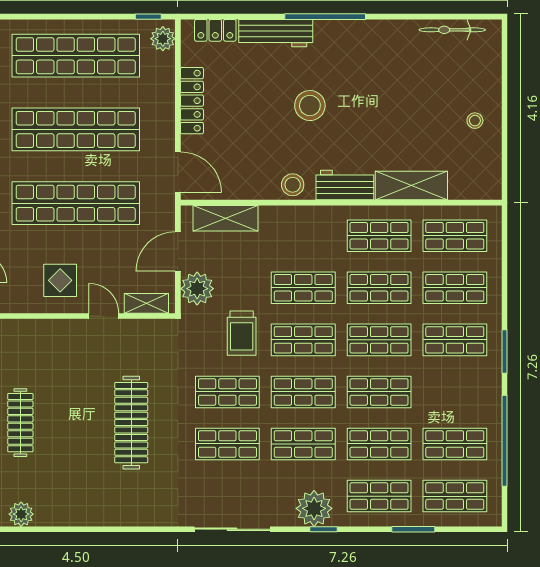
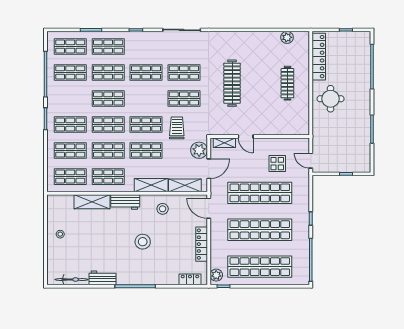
workbench: (276, 33) -> (103, 278), moved, width x0.73
stool: (293, 185) -> (163, 209), moved
shelving: (293, 219) -> (151, 185), added
display table: (60, 280) -> (277, 164), moved
shop shelf: (303, 392) -> (146, 99), removed
plant: (314, 508) -> (141, 40), removed

